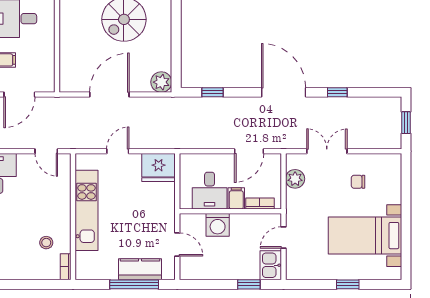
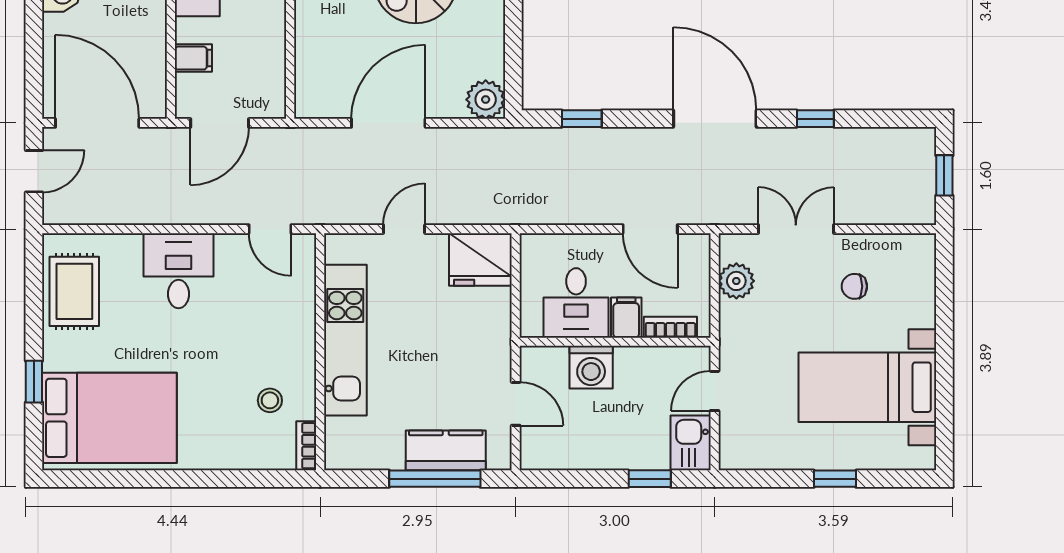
door: (249, 151) -> (650, 229), hinge flipped

